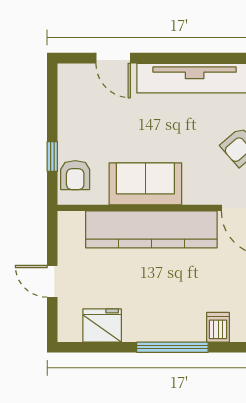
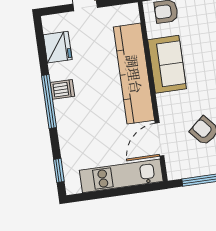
dishwasher: (218, 327) -> (62, 89), moved

